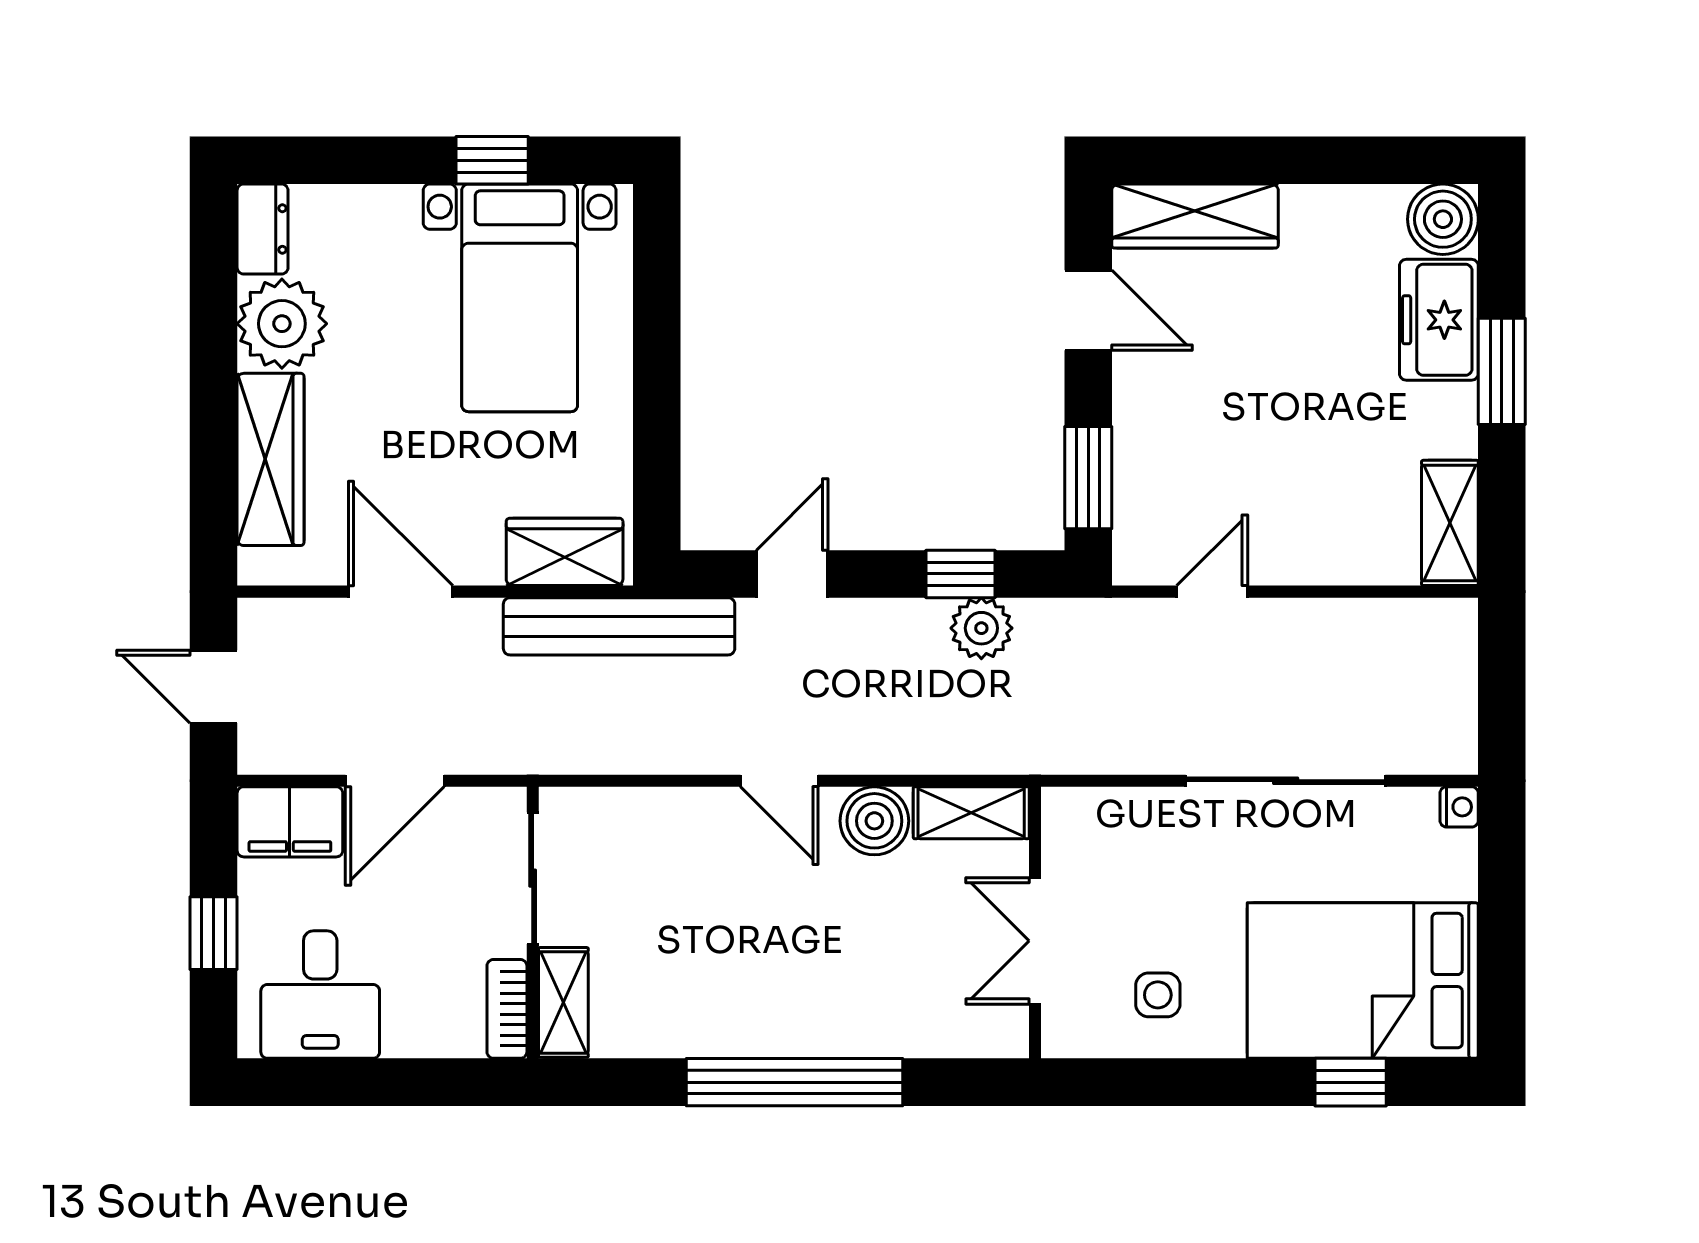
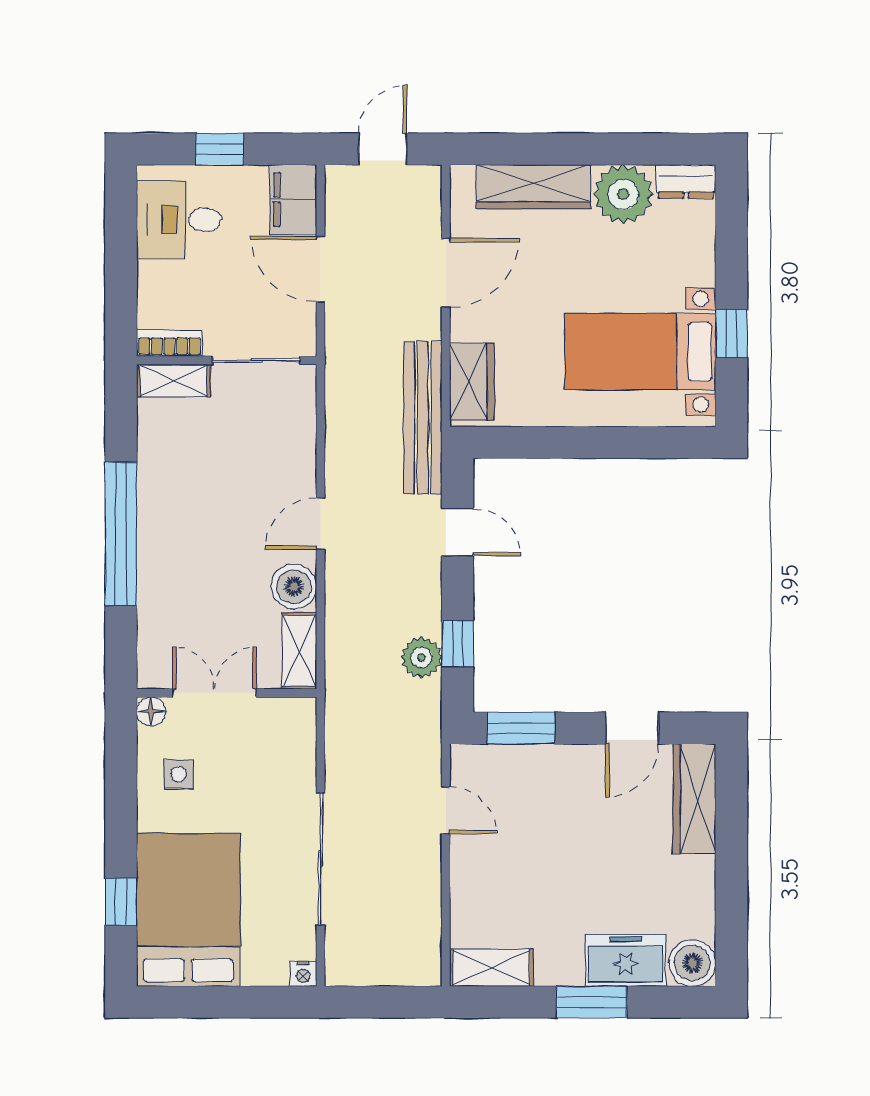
floor lamp: (1063, 1037) -> (151, 711), added

